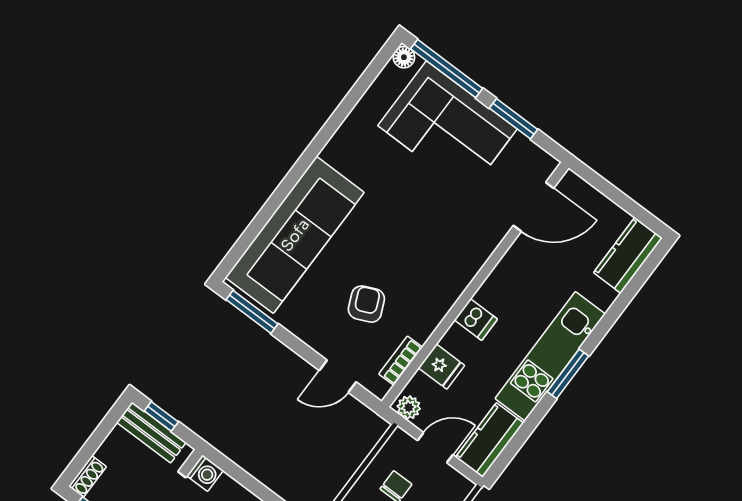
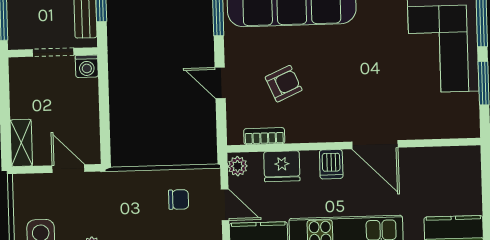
door: (534, 207) -> (375, 145), moved
fridge: (442, 367) -> (282, 166), width x1.38
door: (338, 376) -> (220, 83), moved

